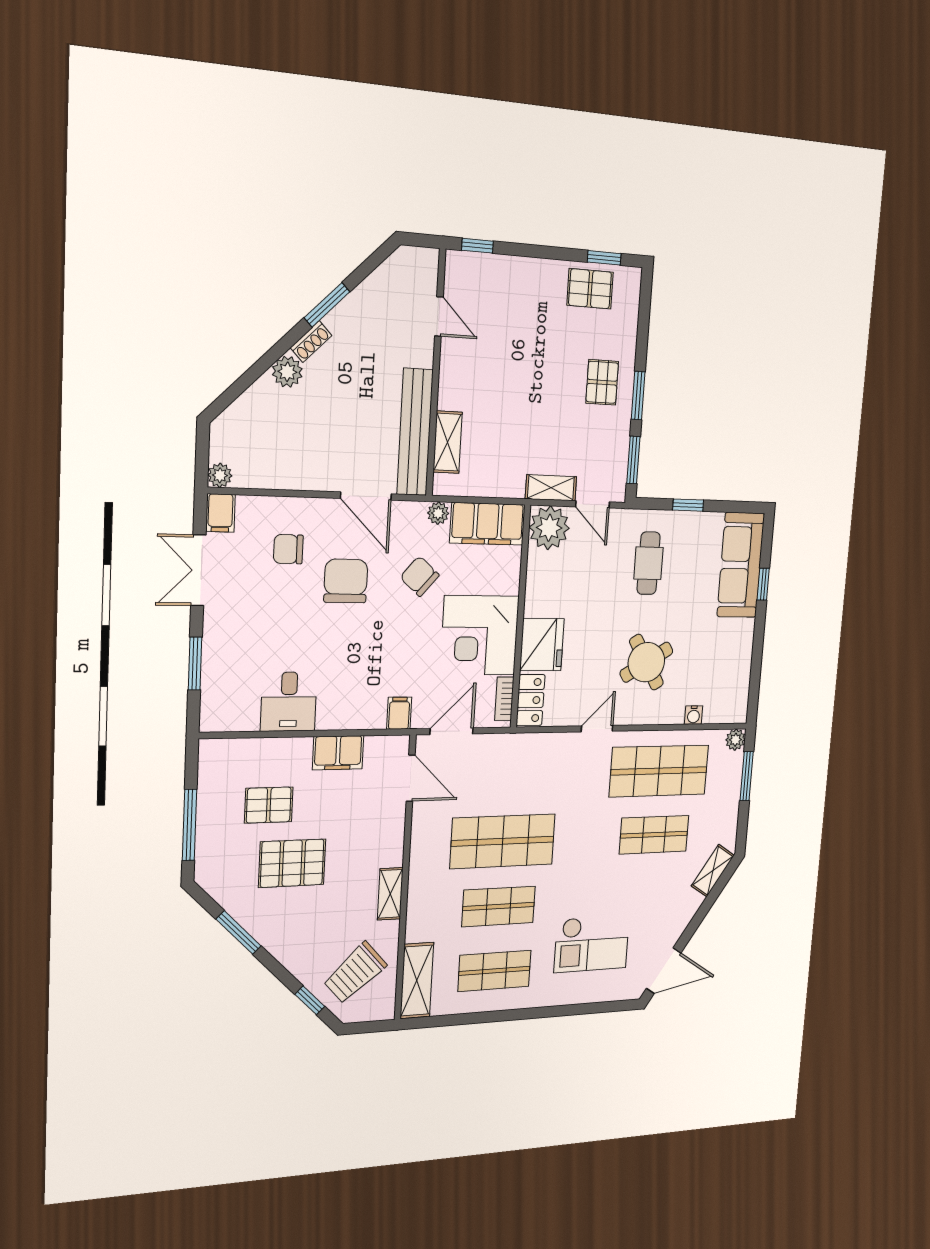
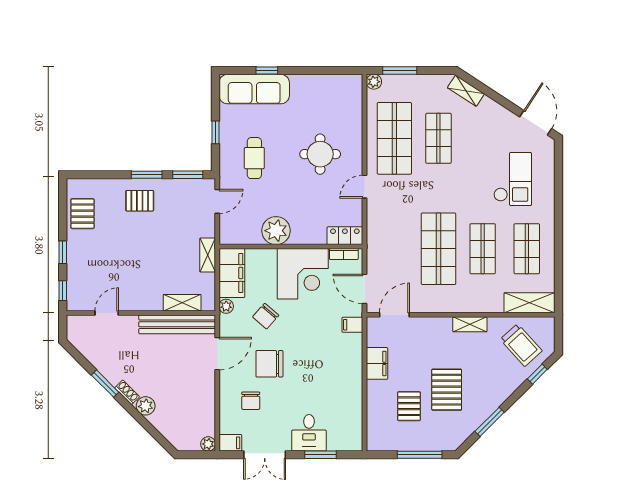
window: (604, 258) -> (63, 252), moved
shelving: (551, 488) -> (208, 255), moved
plant: (549, 528) -> (276, 231), moved
cafe table: (649, 563) -> (254, 158), turned 90
fridge: (542, 645) -> (309, 230), removed
round table: (646, 662) -> (320, 154), turned 31
desk: (289, 702) -> (309, 433), moved, turned 90
water cooler: (694, 715) -> (356, 116), removed
door: (597, 729) -> (364, 187), hinge flipped

